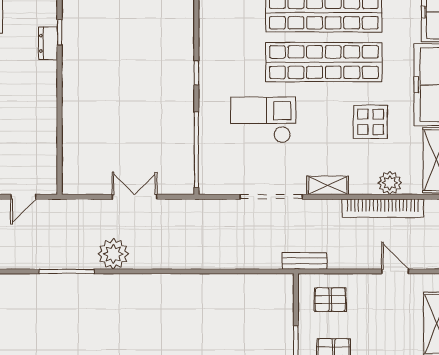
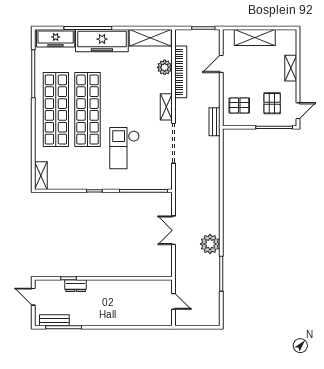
display table: (370, 122) -> (126, 80), removed
pallet: (330, 300) -> (239, 105), turned 90

